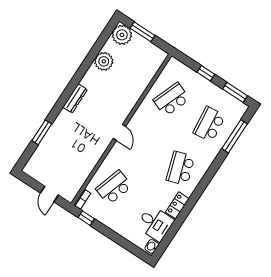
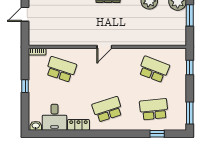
window: (206, 73) -> (190, 67), moved
window: (235, 136) -> (157, 134), width x0.46
door: (49, 194) -> (25, 14), moved
window: (86, 218) -> (25, 86), moved

